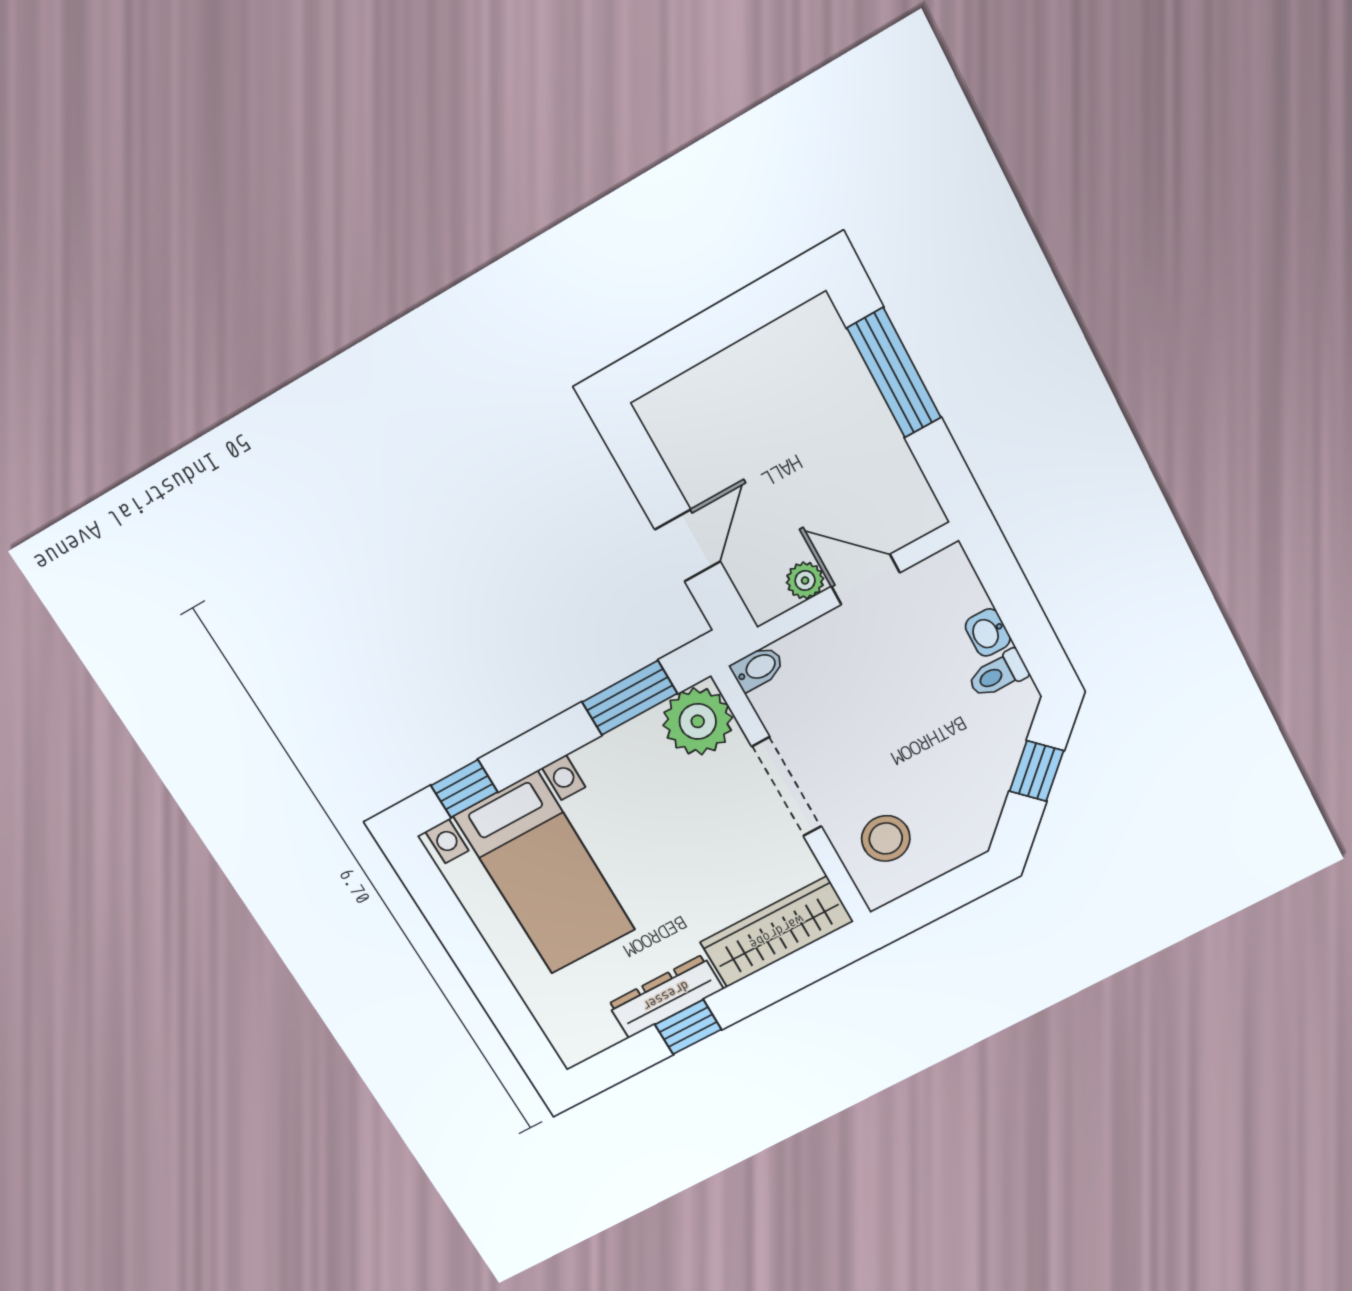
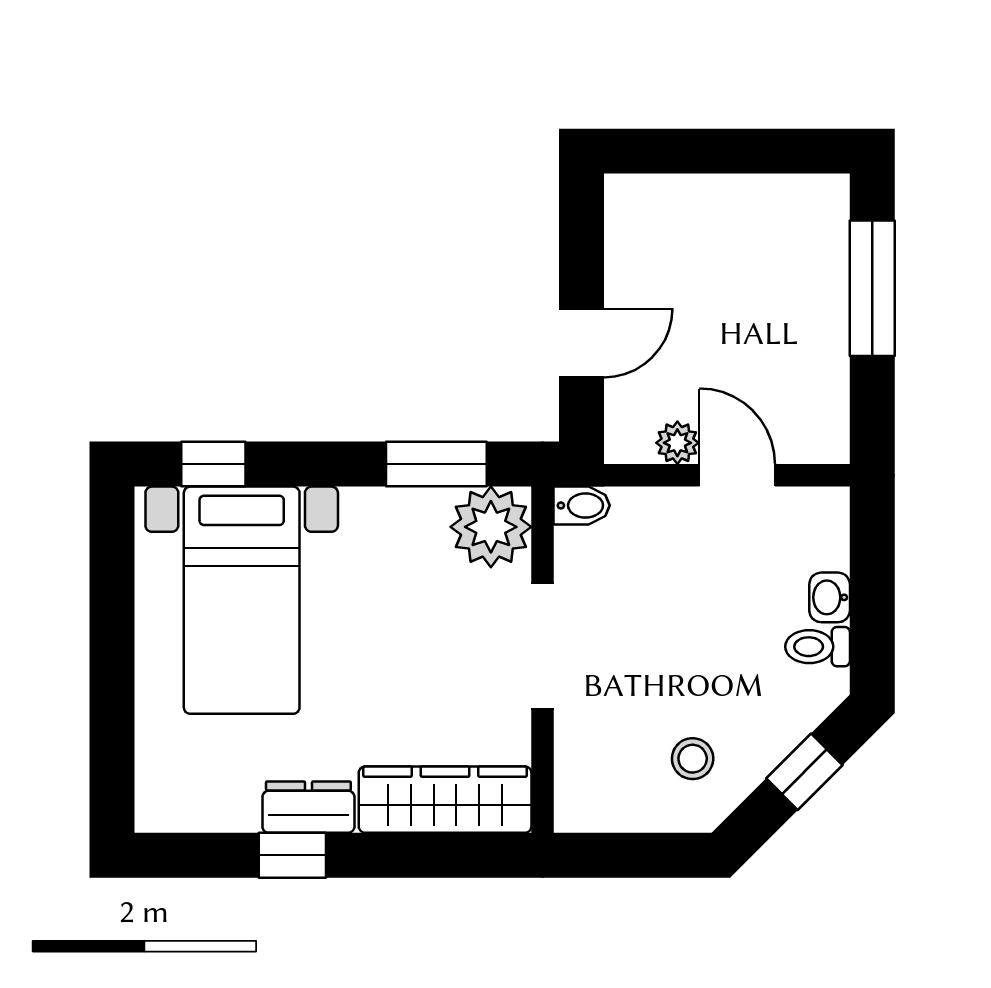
stool: (886, 838) -> (693, 759), moved, width x0.73, depth x0.73
dresser: (666, 996) -> (308, 807), width x0.70

